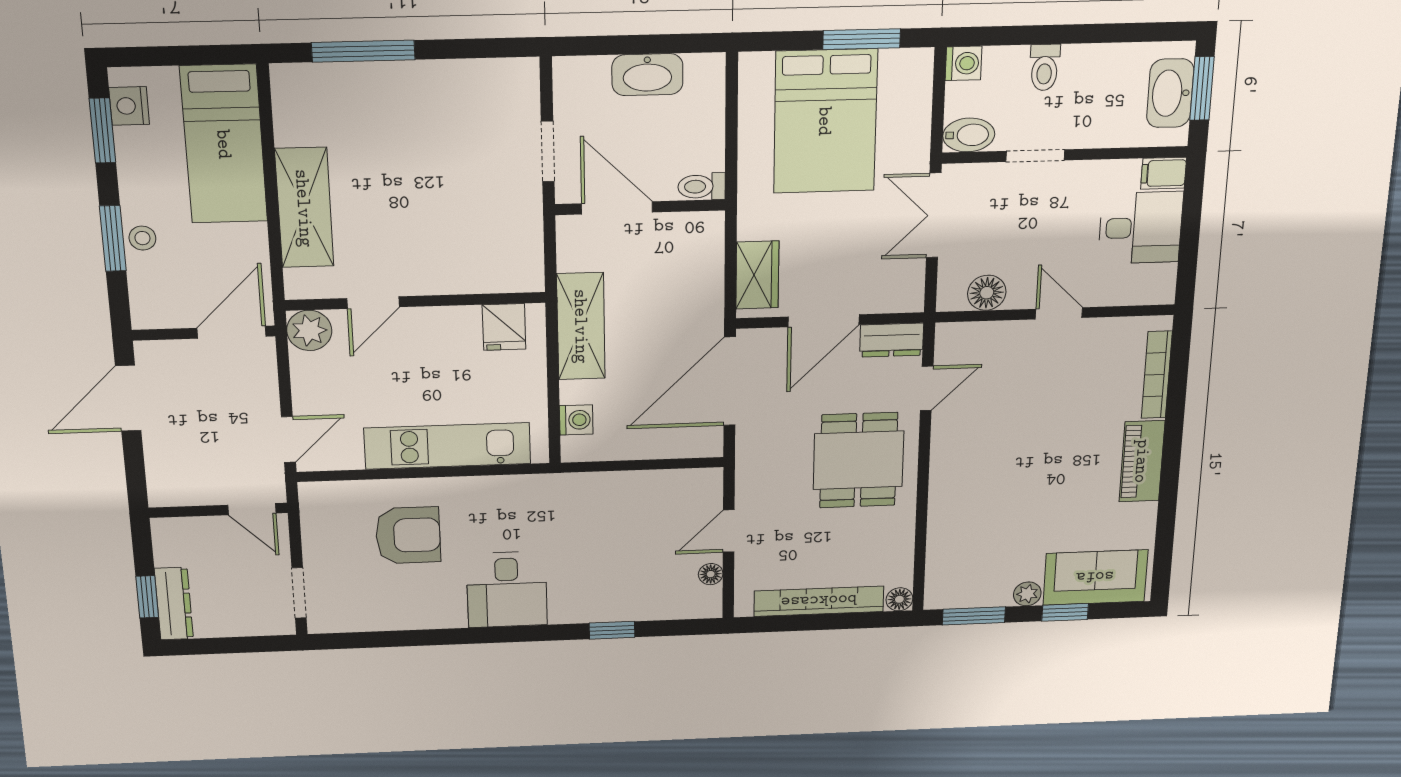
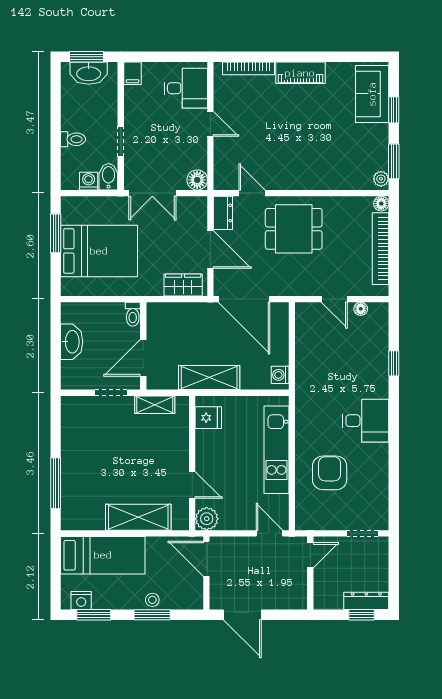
washing machine: (963, 63) -> (89, 181), moved
desk: (1140, 228) -> (186, 88), moved, turned 90
shelving: (526, 231) -> (155, 405), added
floor lamp: (987, 293) -> (197, 180), moved
door: (1059, 313) -> (210, 124), swing flipped
washing machine: (576, 420) -> (280, 375), moved, turned -90
plant: (1027, 594) -> (381, 179), moved

